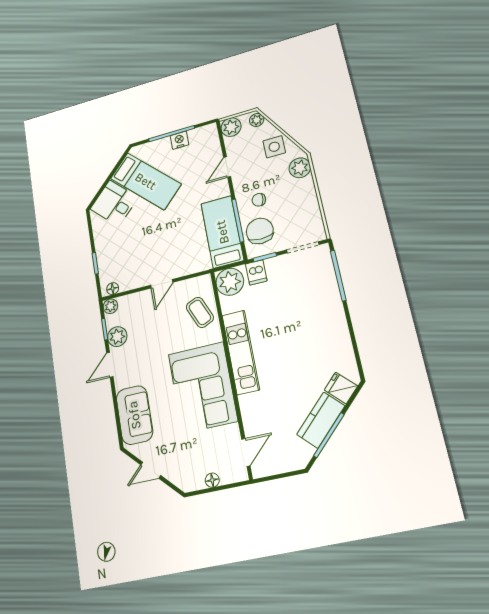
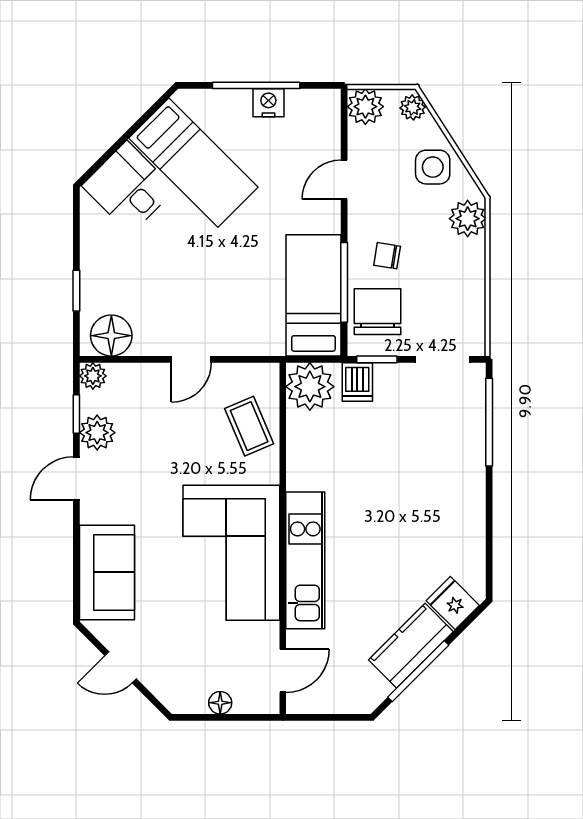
floor lamp: (113, 289) -> (111, 336), width x1.89, depth x1.89
kitchen unit: (241, 352) -> (305, 560), moved

